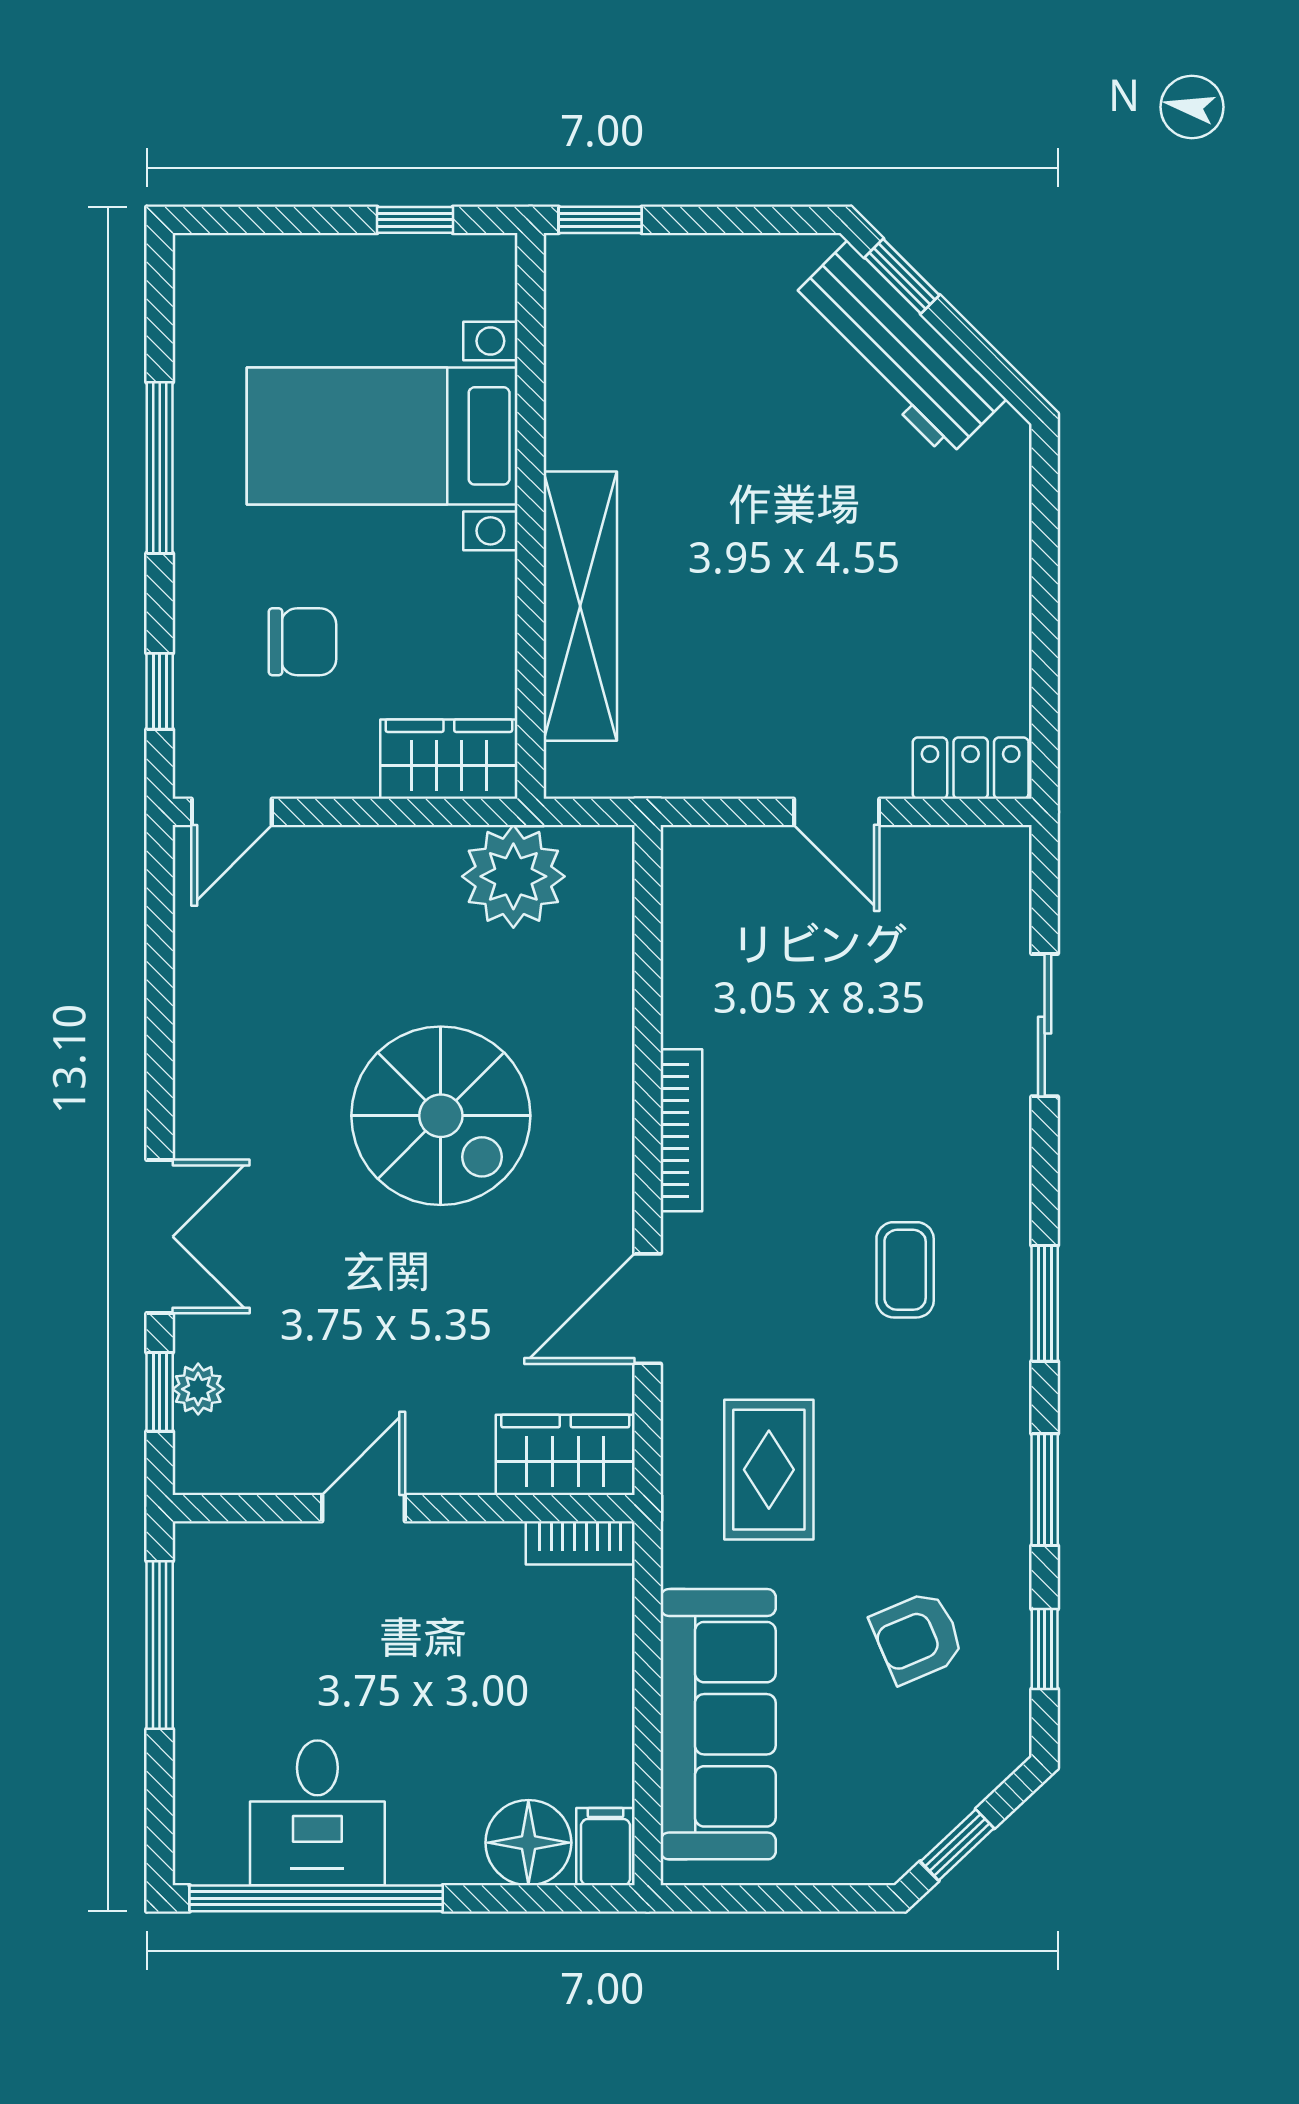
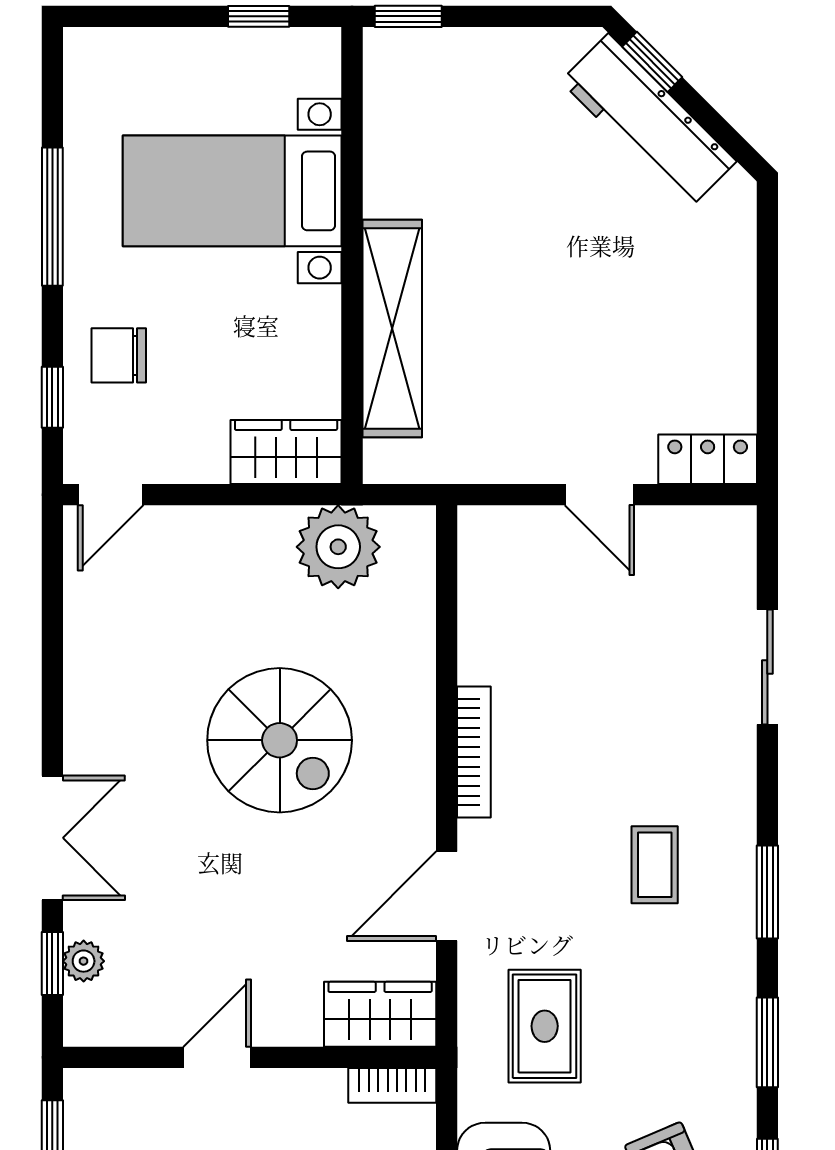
chair: (302, 642) -> (119, 355), moved, turned 180

